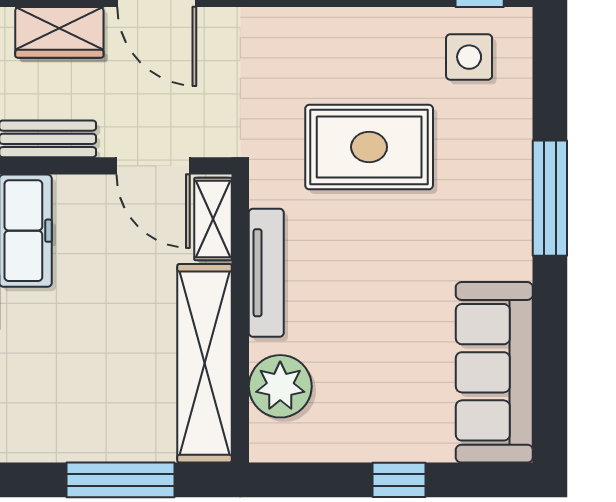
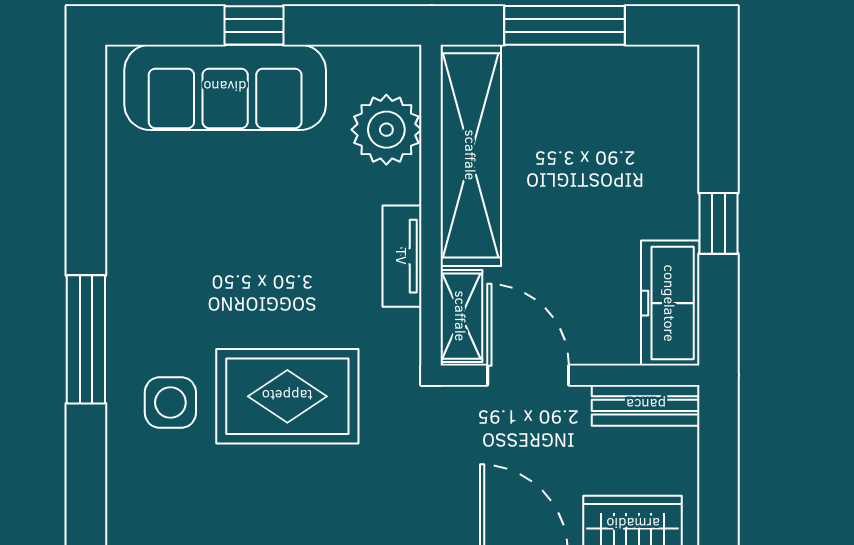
side table: (469, 57) -> (170, 402), moved
tv unit: (266, 273) -> (402, 256), width x0.71
sofa: (494, 372) -> (225, 87), moved, turned 90

